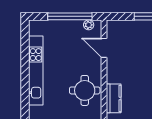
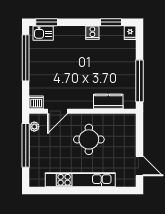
dishwasher: (113, 27) -> (36, 102), added
round table: (85, 90) -> (89, 139), moved

